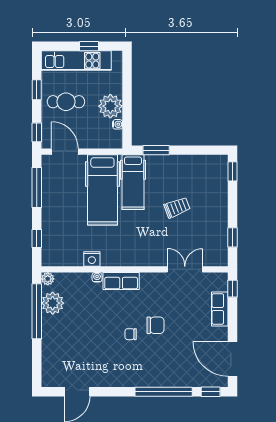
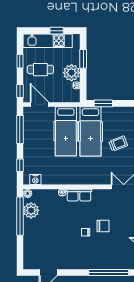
window: (127, 87) -> (83, 59), added
hospital bed: (133, 182) -> (90, 131), width x1.37, depth x1.29
nightstand: (92, 259) -> (35, 180), moved

